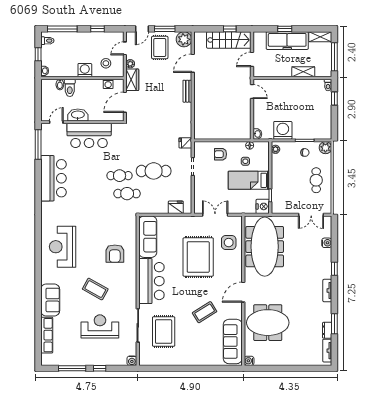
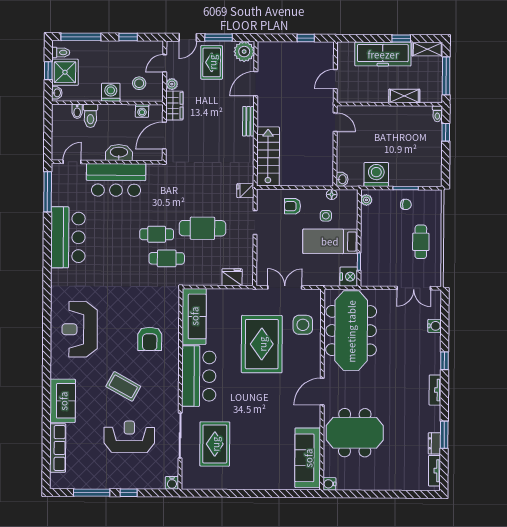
window: (285, 29) -> (401, 38), moved
stairs: (229, 40) -> (268, 156), moved, turned -90
shower: (51, 55) -> (65, 72), added
washbasin: (78, 115) -> (119, 153), moved
plant: (325, 148) -> (433, 198), removed
coffee table: (205, 312) -> (270, 418), removed

